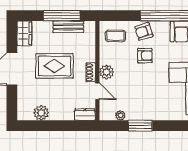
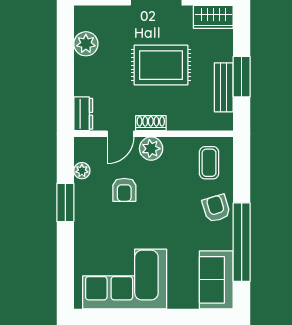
window: (62, 16) -> (242, 77), width x0.69
armchair: (145, 56) -> (124, 190), moved
rug: (54, 66) -> (161, 65), turned 90

